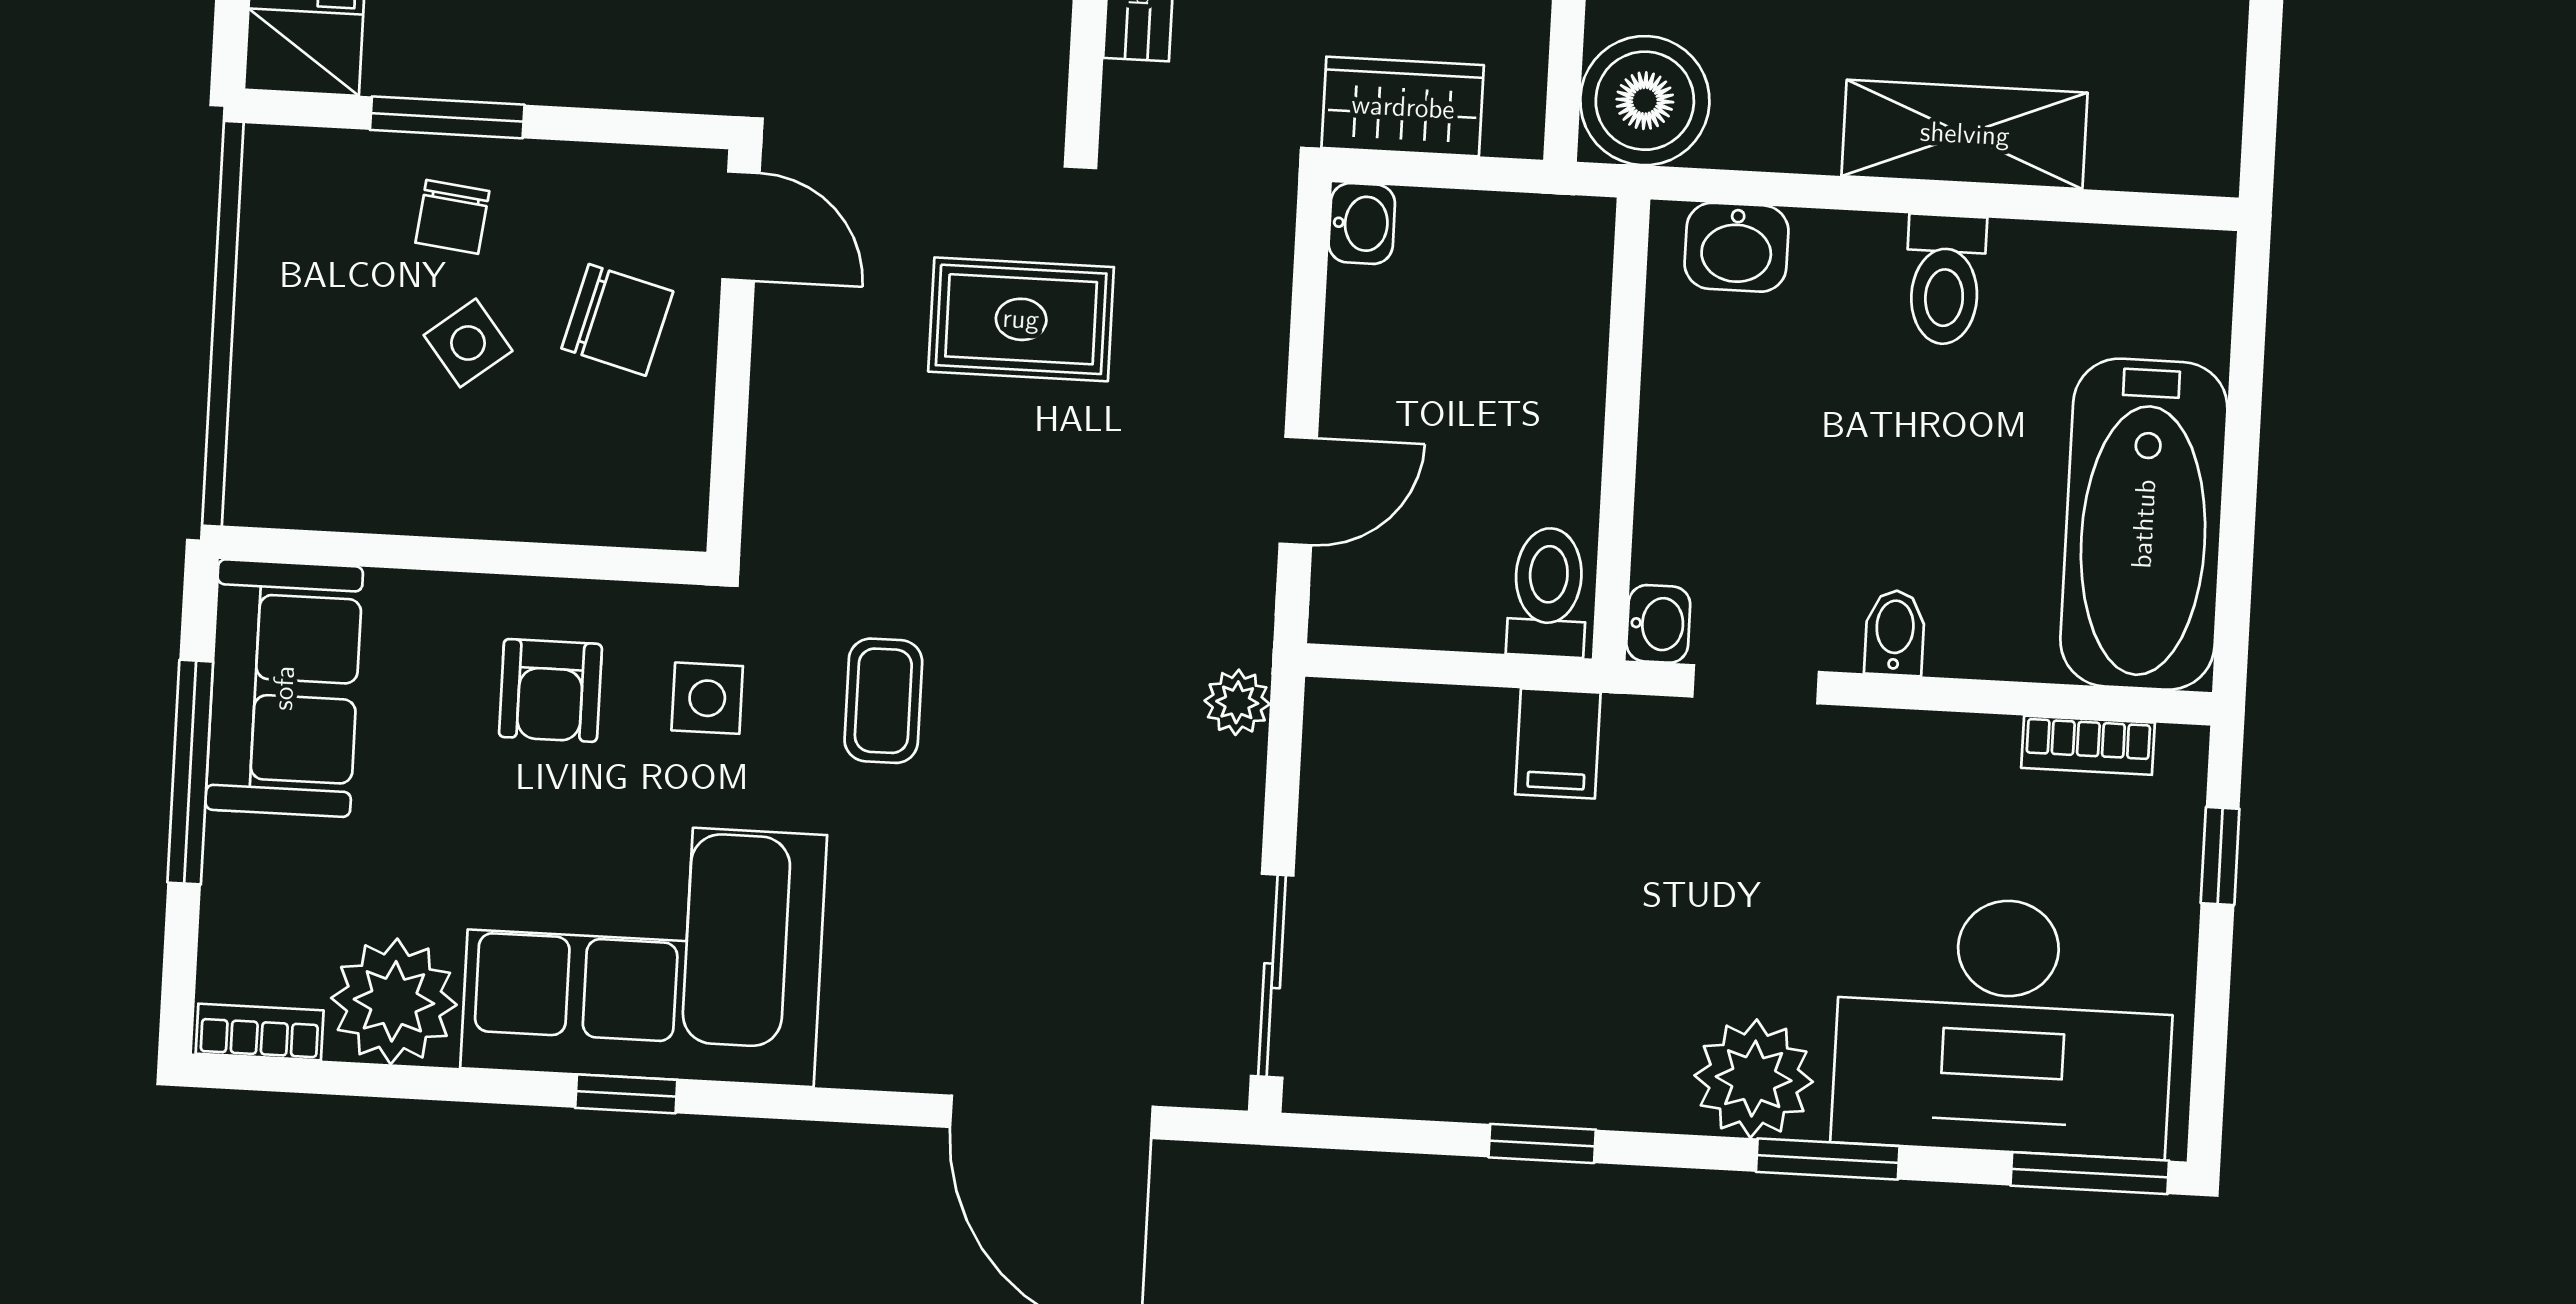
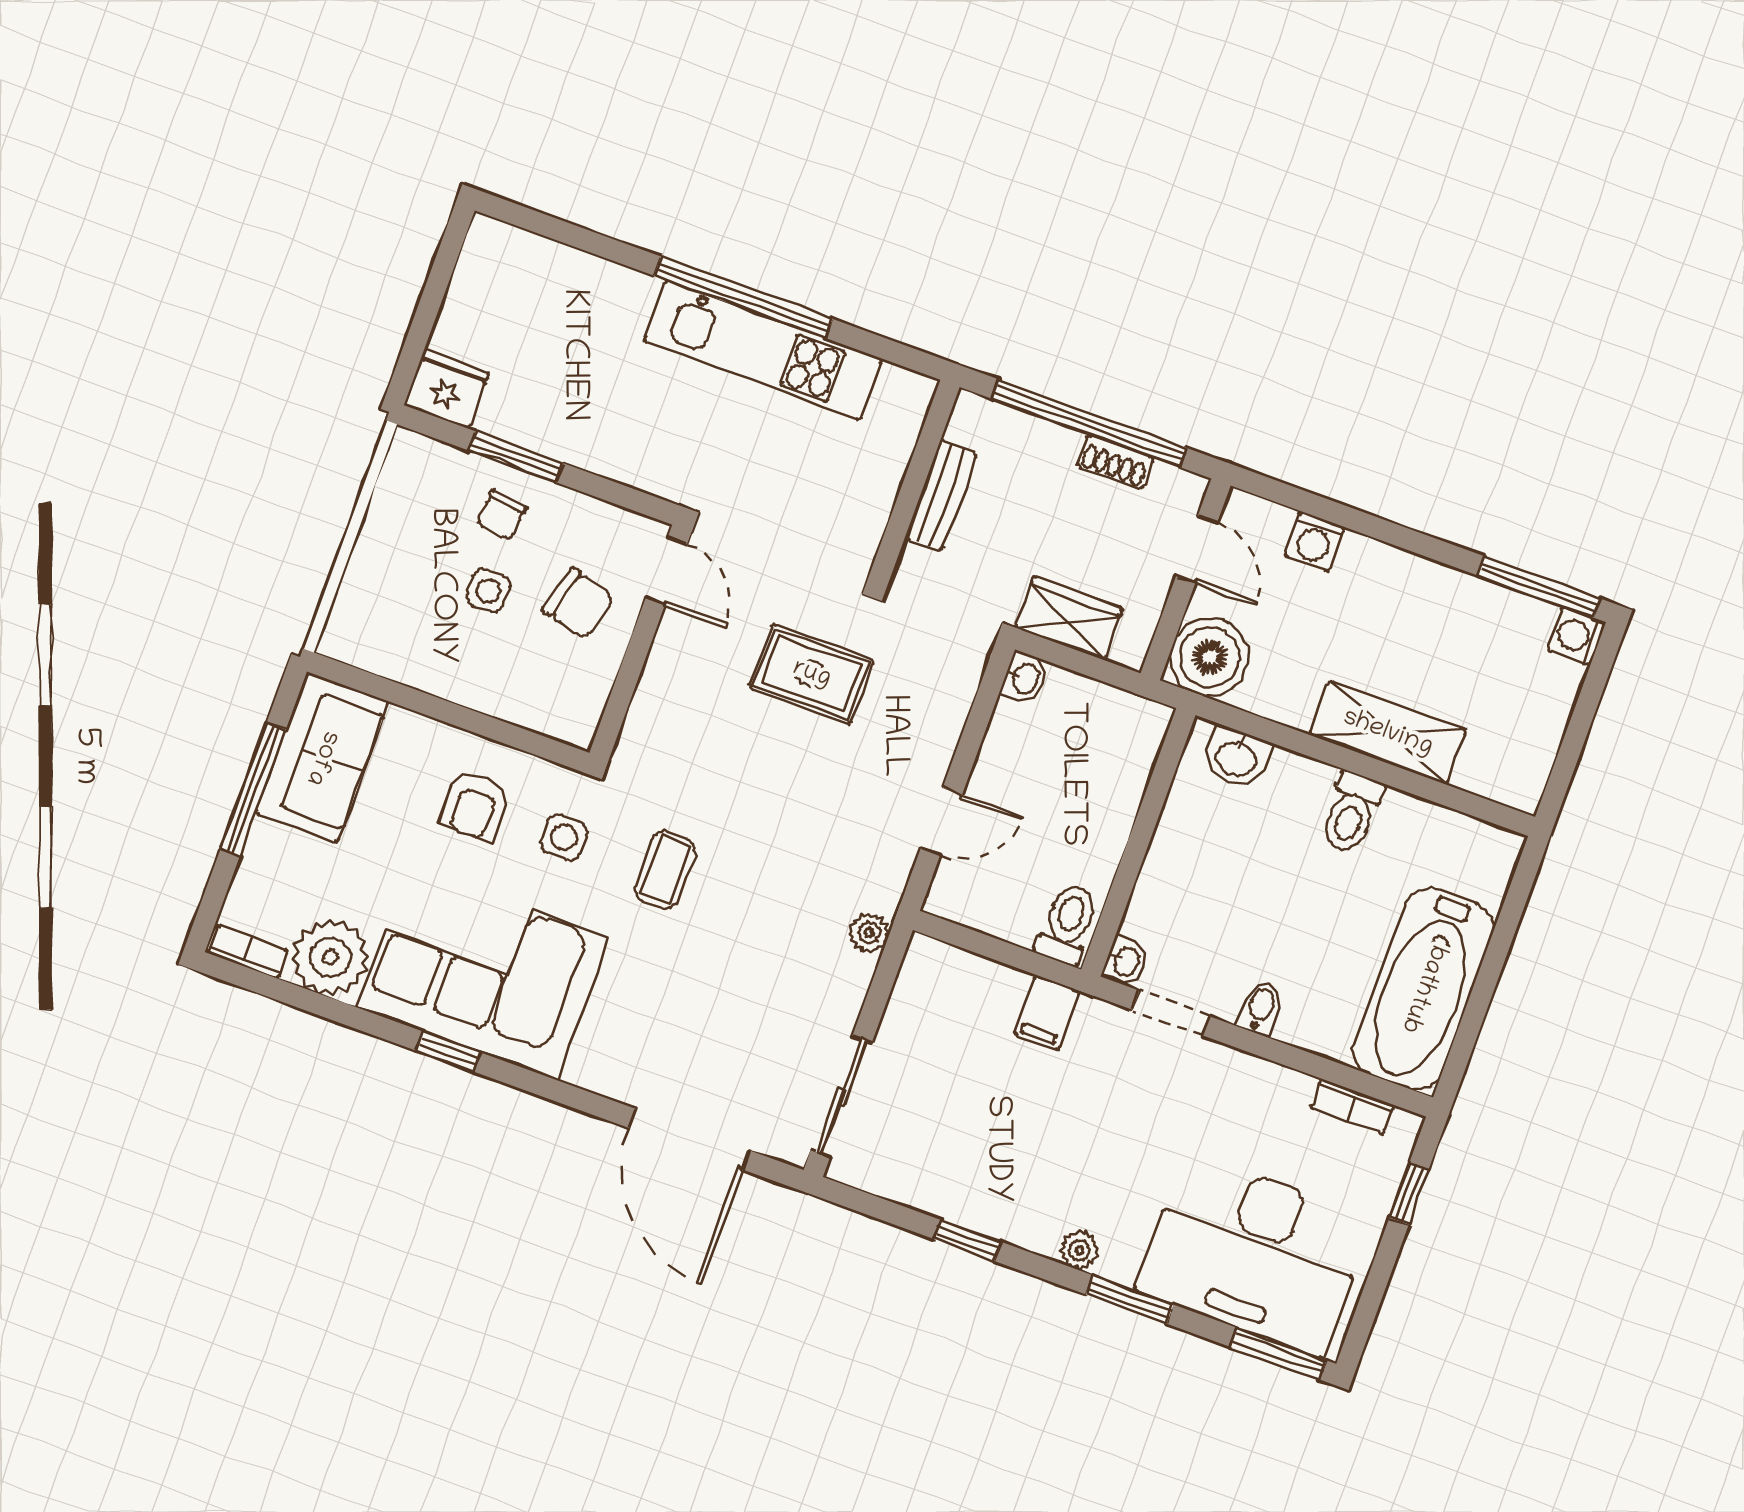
side table: (468, 343) -> (488, 591), turned 38
plant: (1754, 1079) -> (1080, 1250), width x0.53, depth x0.53

